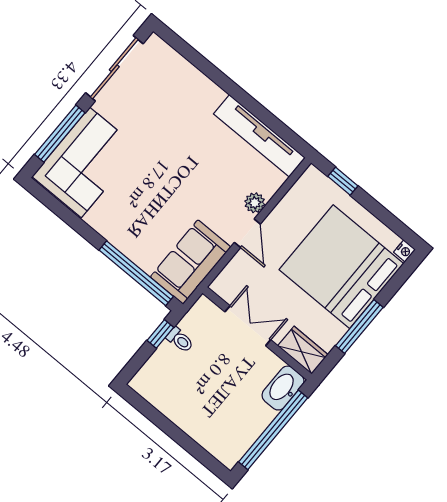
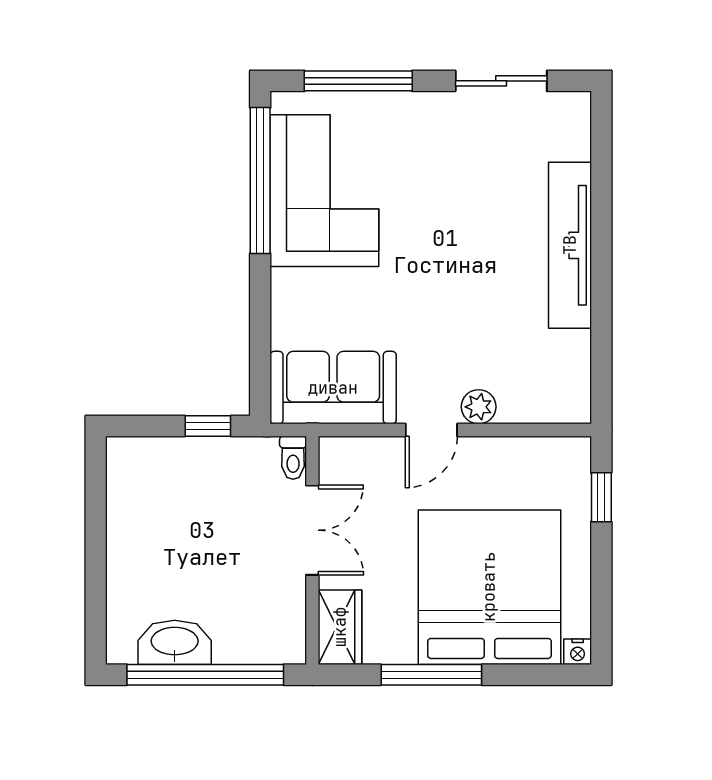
sliding door: (114, 68) -> (501, 81), width x0.73
tv unit: (259, 136) -> (570, 245), moved
corner sofa: (86, 162) -> (324, 191), moved, turned -90
window: (136, 273) -> (260, 180), moved
toilet: (180, 340) -> (293, 458), moved
washbasin: (283, 388) -> (175, 642), moved

